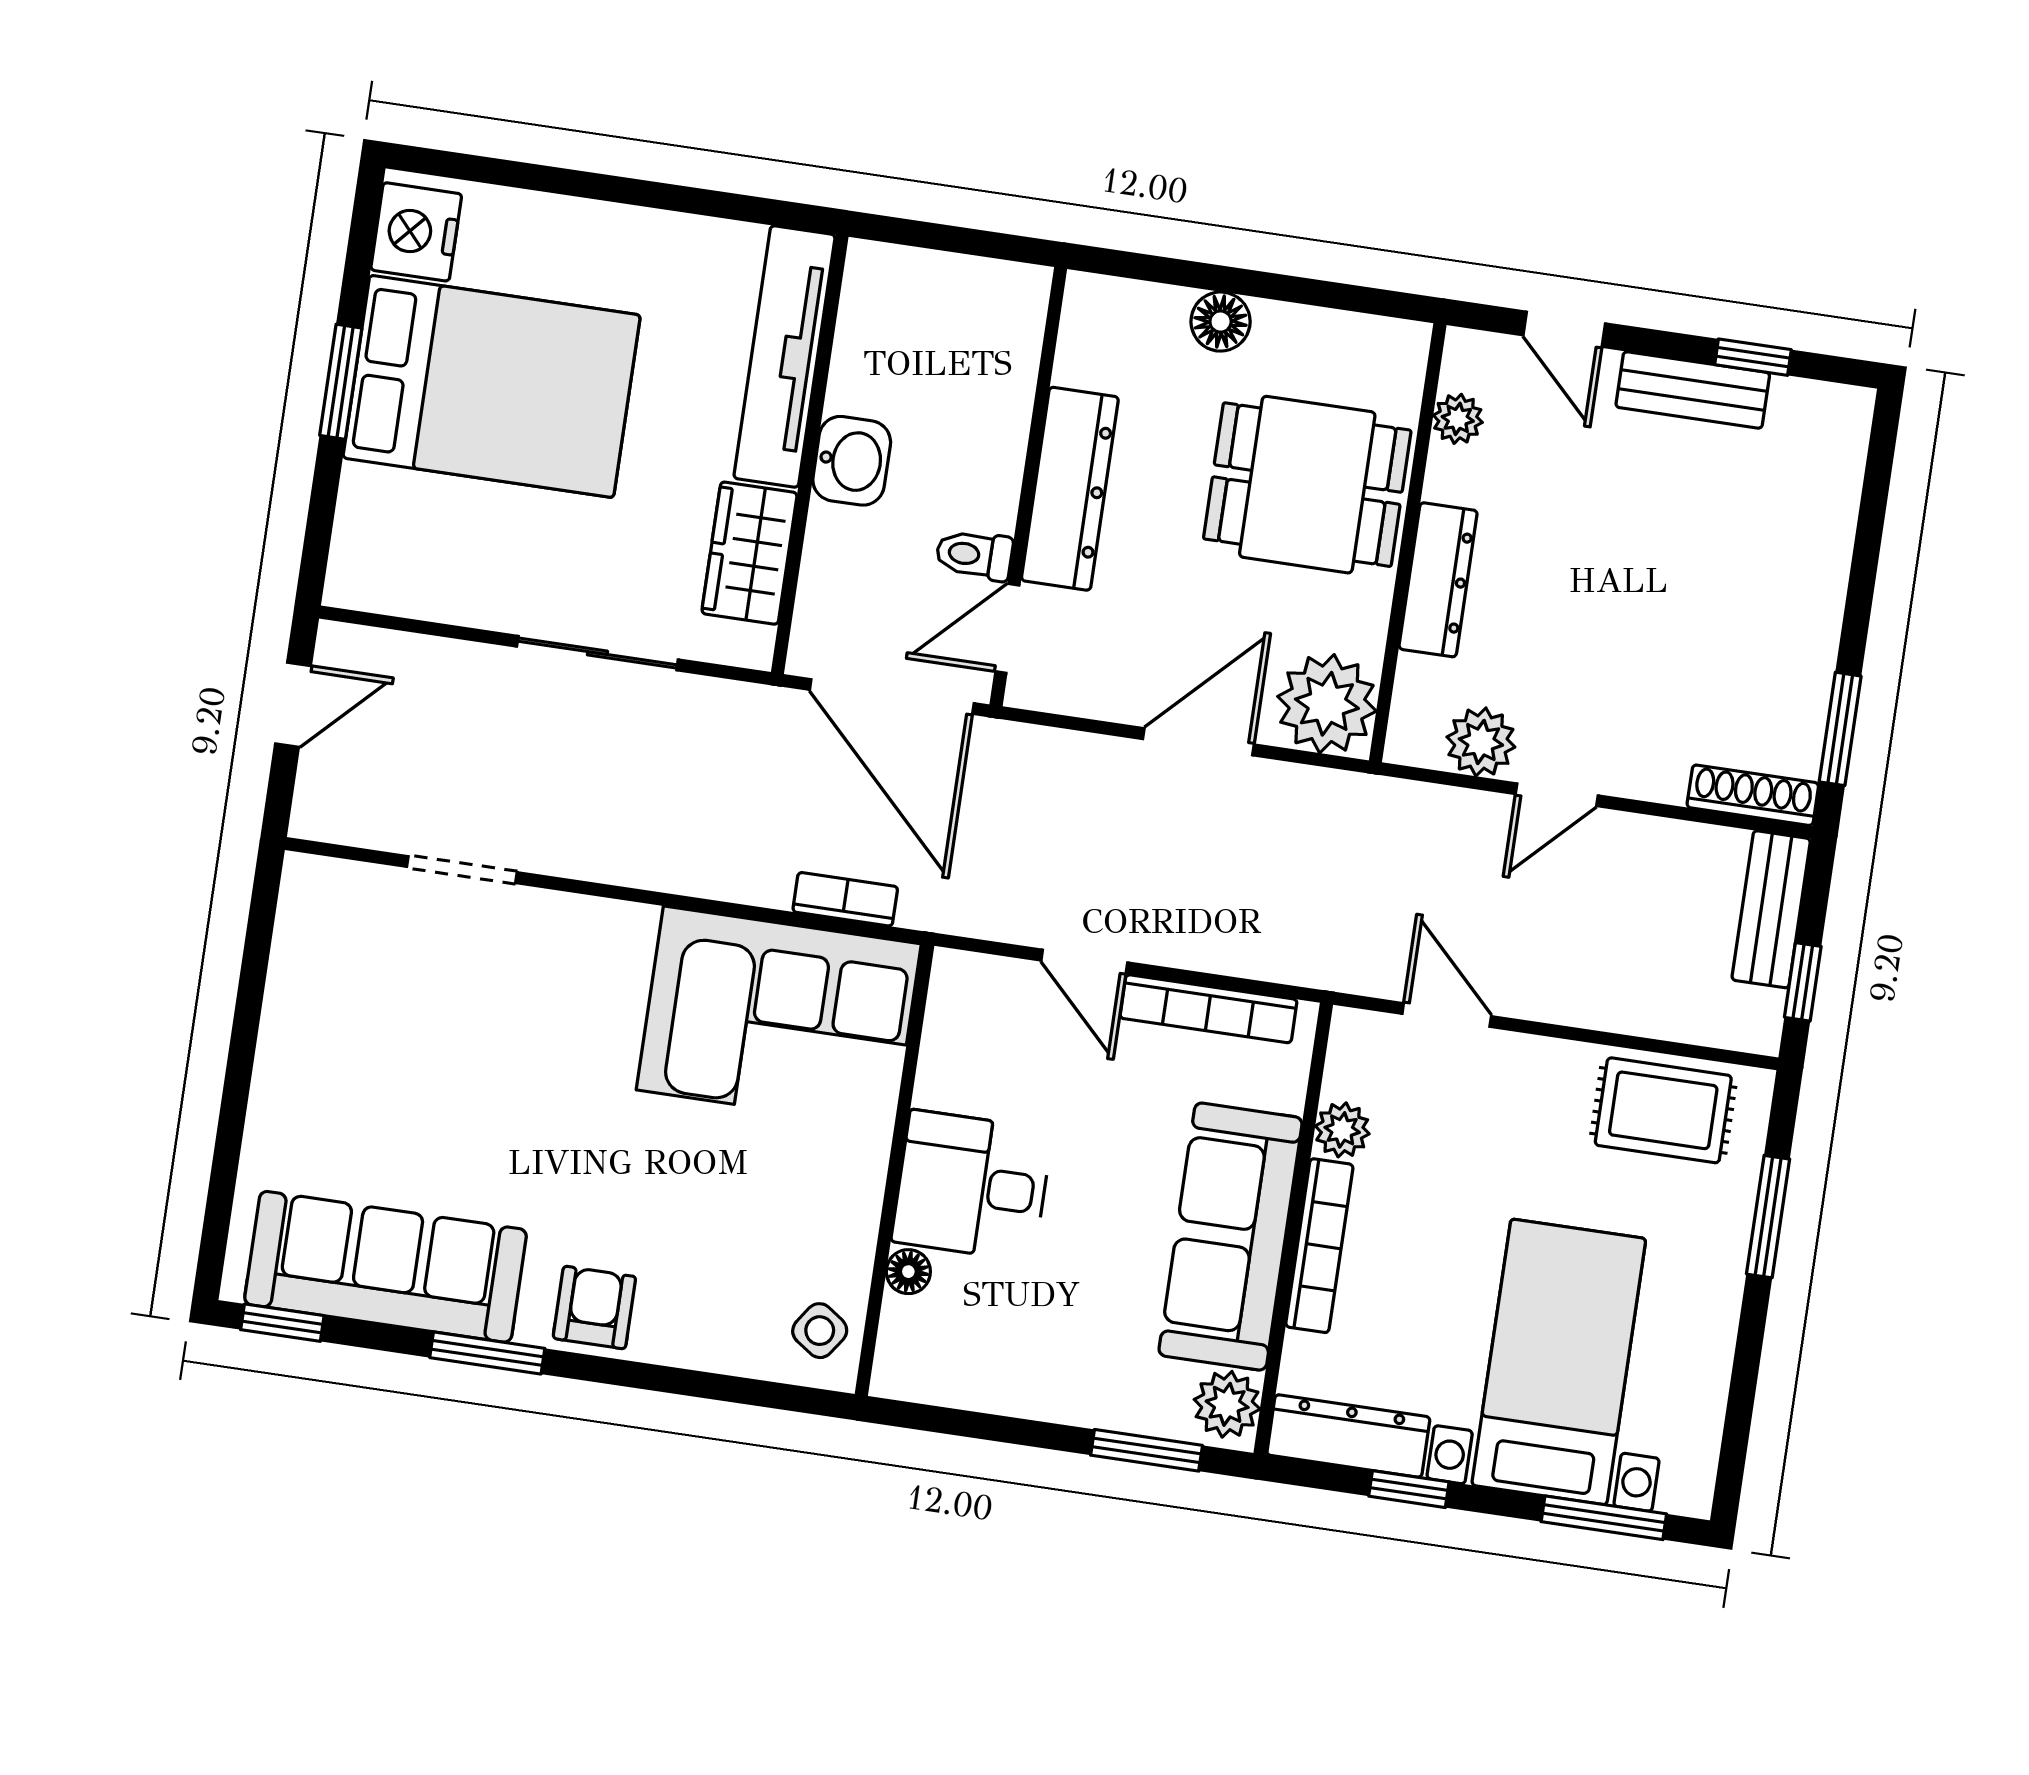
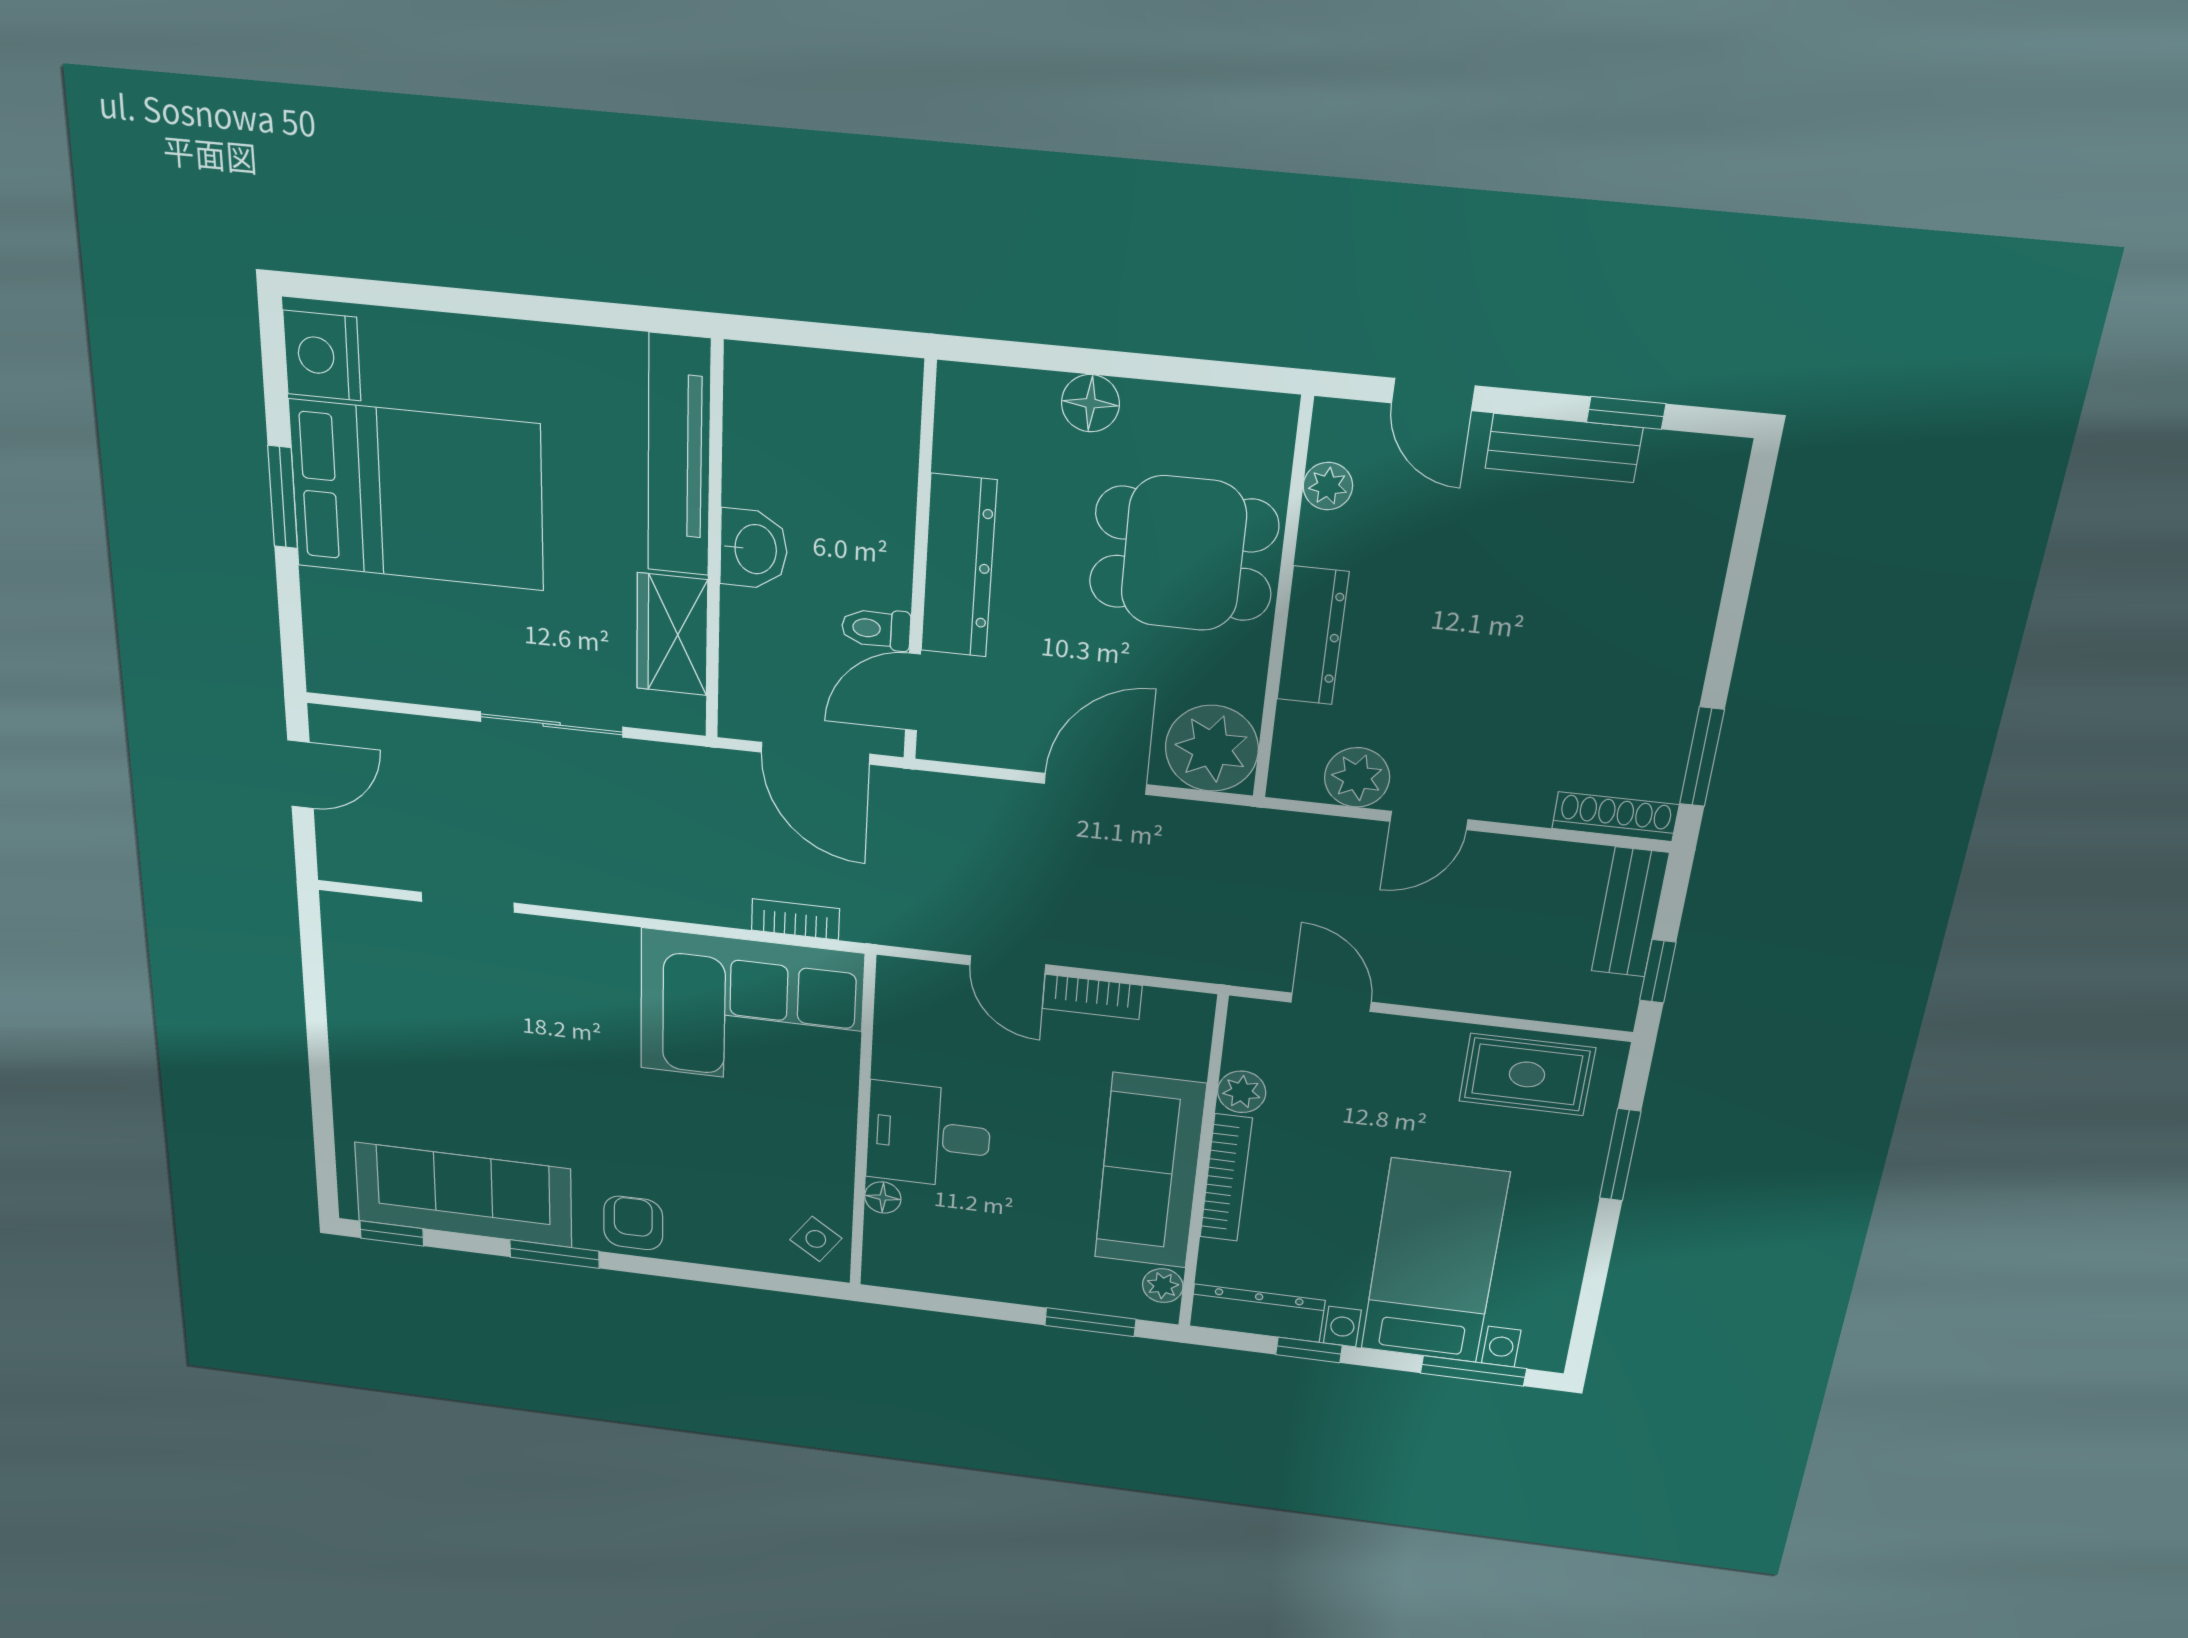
door: (892, 696) -> (815, 753), width x0.73
bookcase: (1209, 1009) -> (1092, 997), width x0.64
plant: (1227, 1404) -> (1163, 1286), width x0.73, depth x0.73

